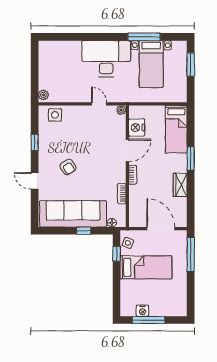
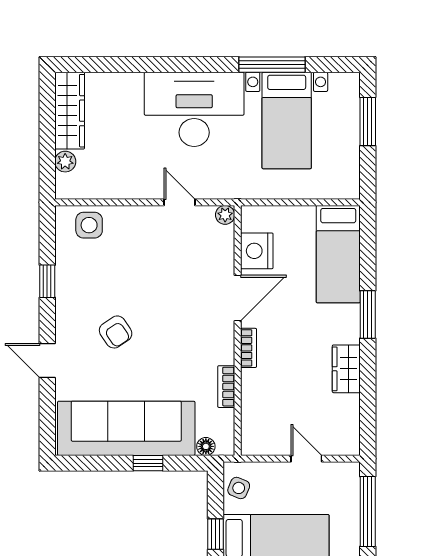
wardrobe: (46, 59) -> (70, 111), added
plant: (43, 95) -> (65, 162), moved
door: (161, 229) -> (306, 459), width x0.53
window: (117, 254) -> (216, 534), moved

